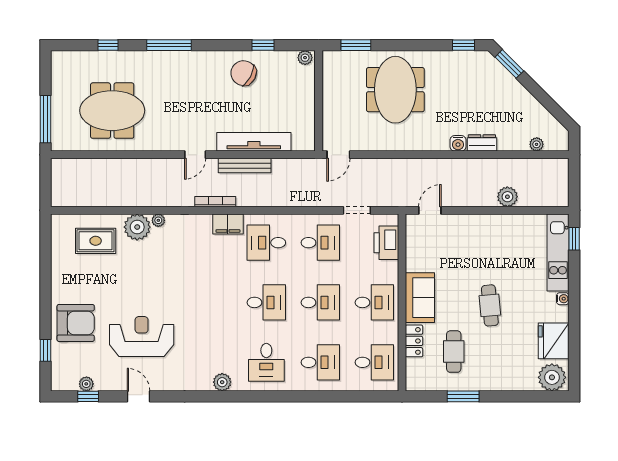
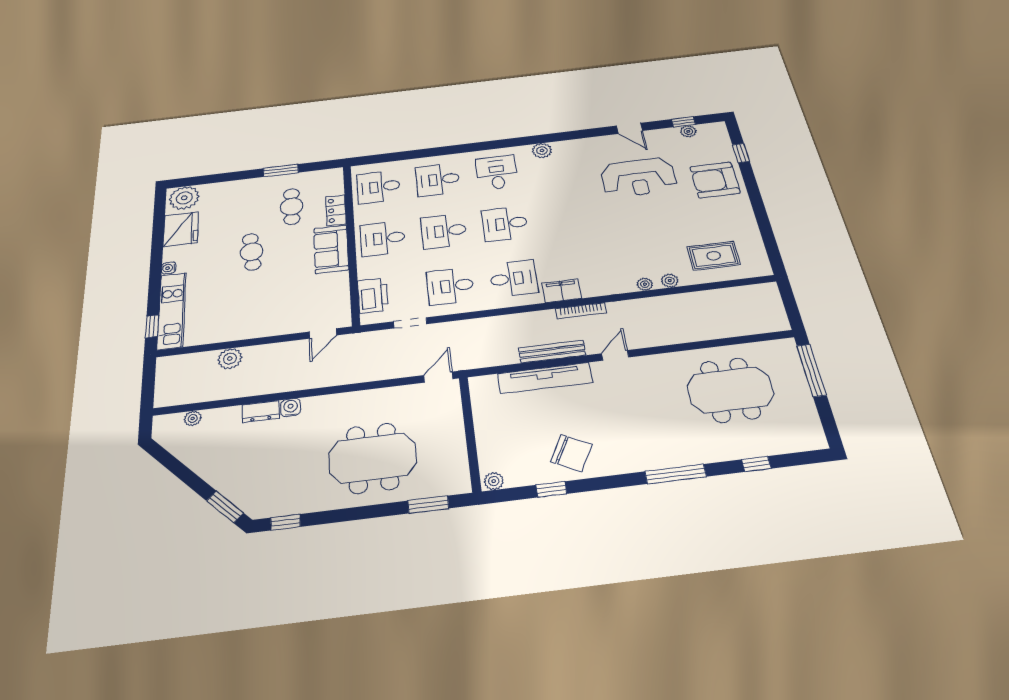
meeting table: (395, 90) -> (372, 458), turned 90
plant: (137, 227) -> (670, 281), width x0.53, depth x0.53

